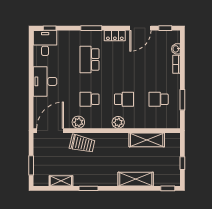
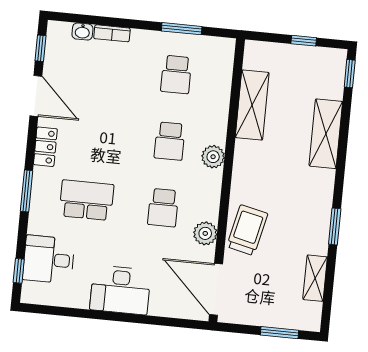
desk: (45, 43) -> (49, 259), moved
school desk: (89, 60) -> (87, 200), turned 180
school desk: (124, 99) -> (170, 141), turned 180

